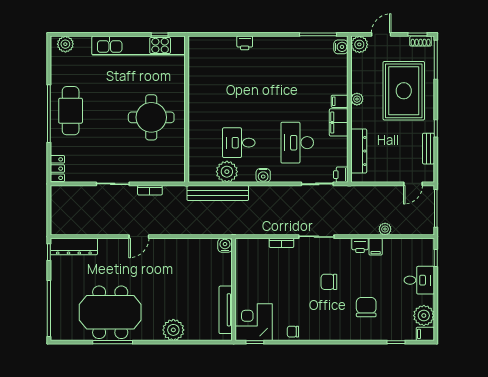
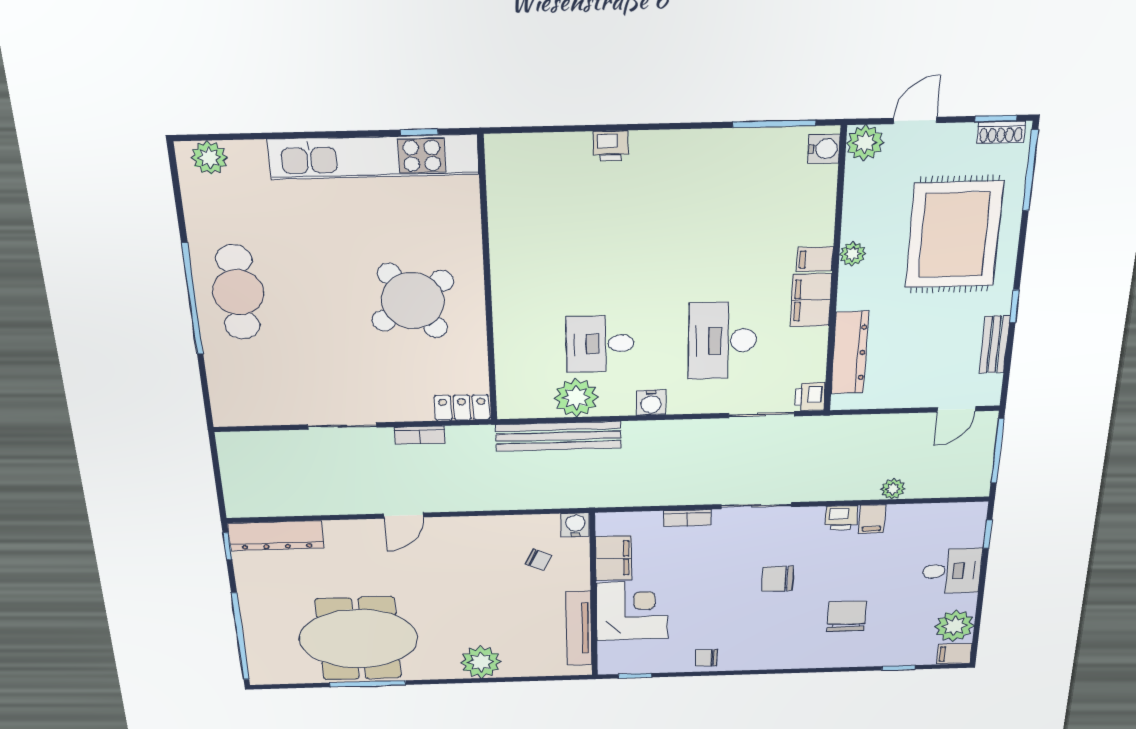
round table: (151, 117) -> (413, 301), turned -35
locker: (57, 169) -> (462, 408), moved, turned -90
chair: (206, 266) -> (538, 560), added
filing cabinet: (244, 266) -> (614, 558), added
corner desk: (254, 322) -> (632, 611), moved, turned 90

